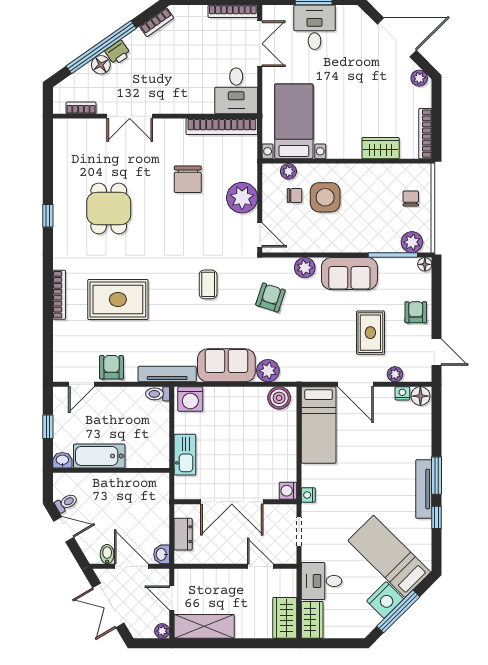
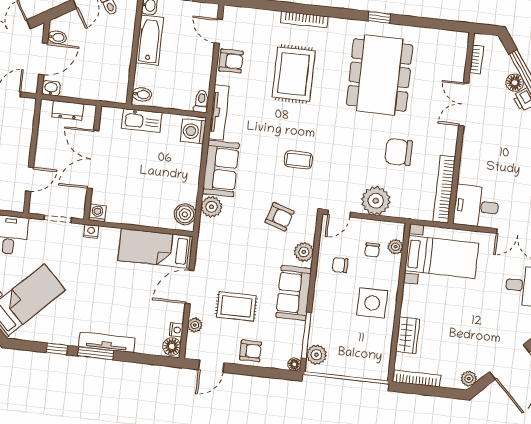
side table: (325, 197) -> (372, 303), moved
chair: (411, 198) -> (340, 265), moved, turned 180
dining table: (109, 208) -> (380, 75), width x1.88, depth x1.24
bidet: (157, 458) -> (142, 94), added
tv unit: (424, 489) -> (107, 342), moved

